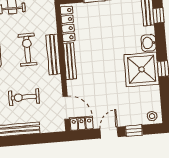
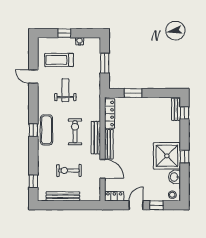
washbasin: (149, 43) -> (174, 177), moved
door: (66, 108) -> (103, 169), moved

